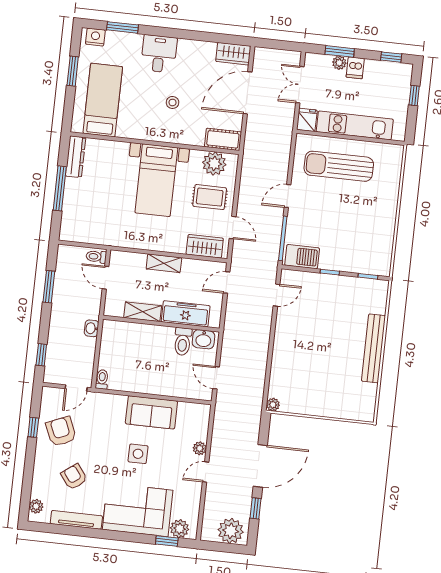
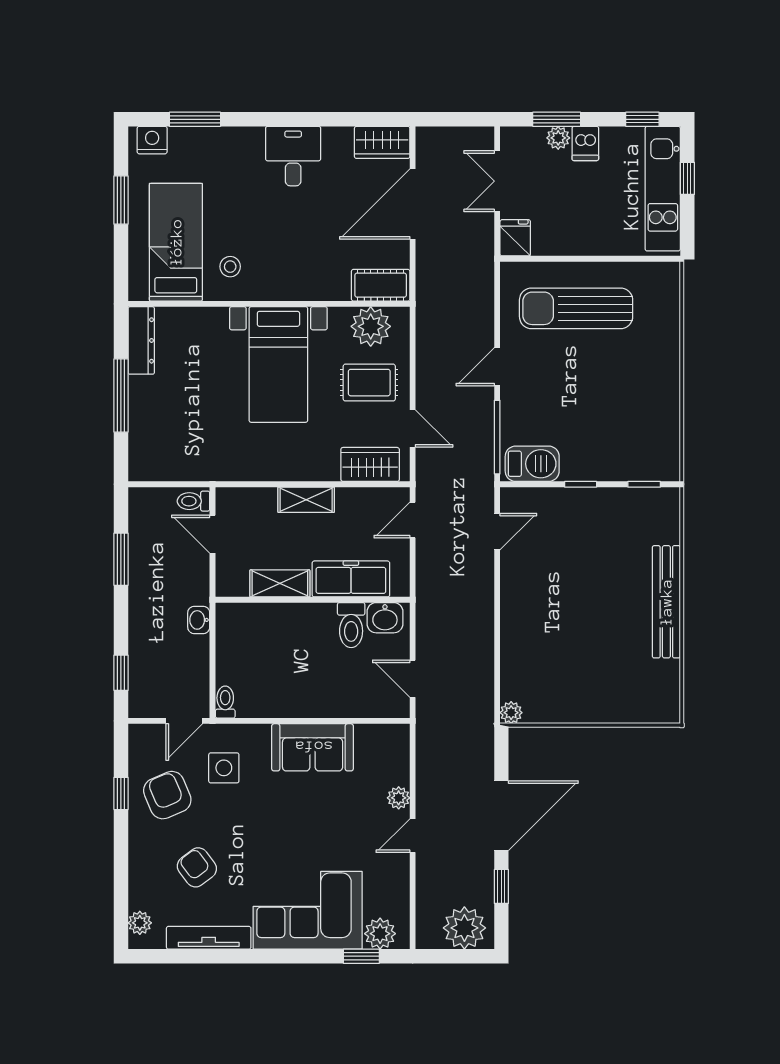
desk: (159, 54) -> (293, 156), moved
stool: (173, 102) -> (230, 267), moved
kitchen unit: (355, 125) -> (663, 189), moved, turned -90
side table: (138, 454) -> (224, 768), moved

